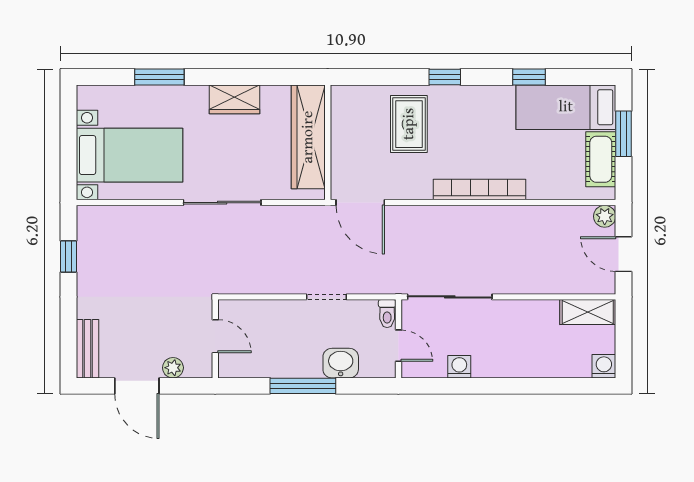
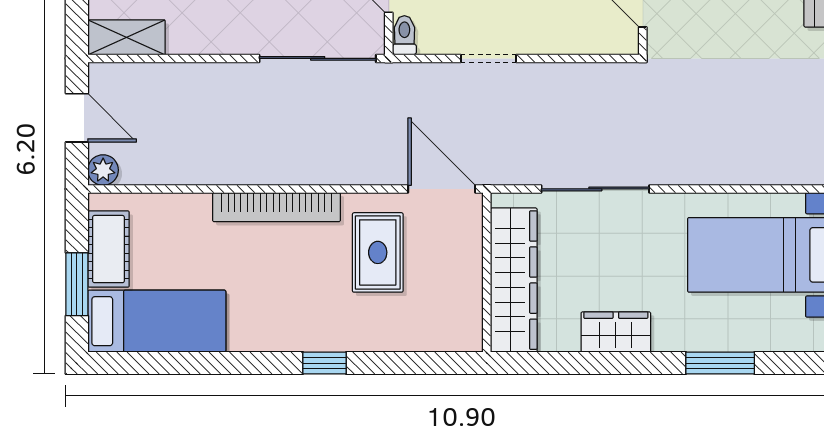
window: (529, 77) -> (208, 363), removed
rug: (409, 124) -> (378, 252), moved
sliding door: (222, 203) -> (595, 189), moved

